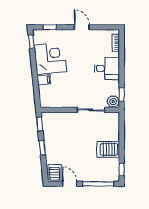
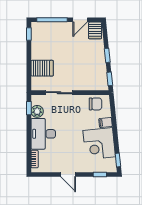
desk: (107, 68) -> (43, 134), width x1.37
chair: (54, 99) -> (95, 104), added
plant: (113, 102) -> (37, 111), moved
server rack: (108, 149) -> (42, 68), moved
door: (70, 184) -> (80, 20), hinge flipped

